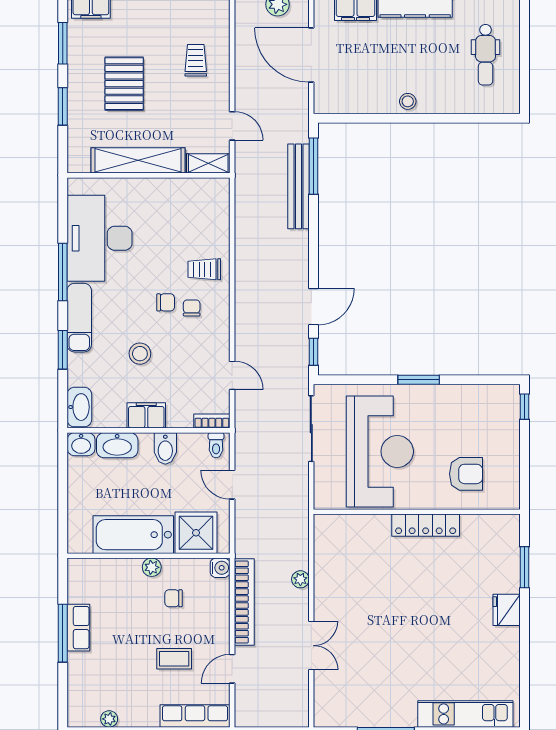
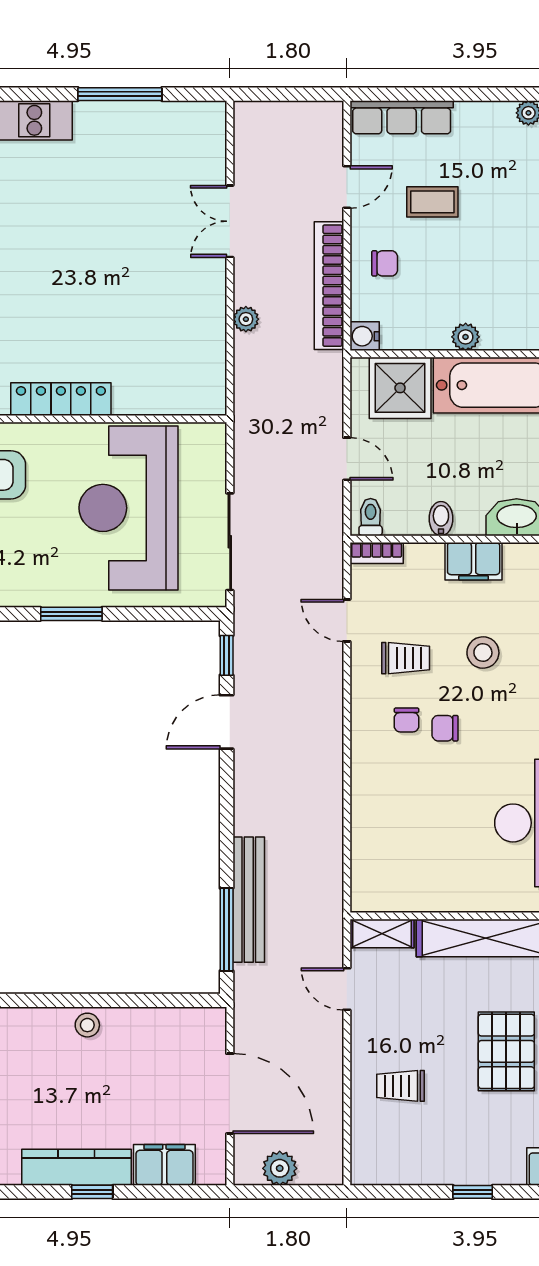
trolley: (196, 60) -> (400, 1086), turned 90
trolley: (204, 269) -> (406, 658), moved
bidet: (165, 448) -> (441, 519), width x0.72, depth x0.74
chair: (174, 598) -> (385, 263), moved

